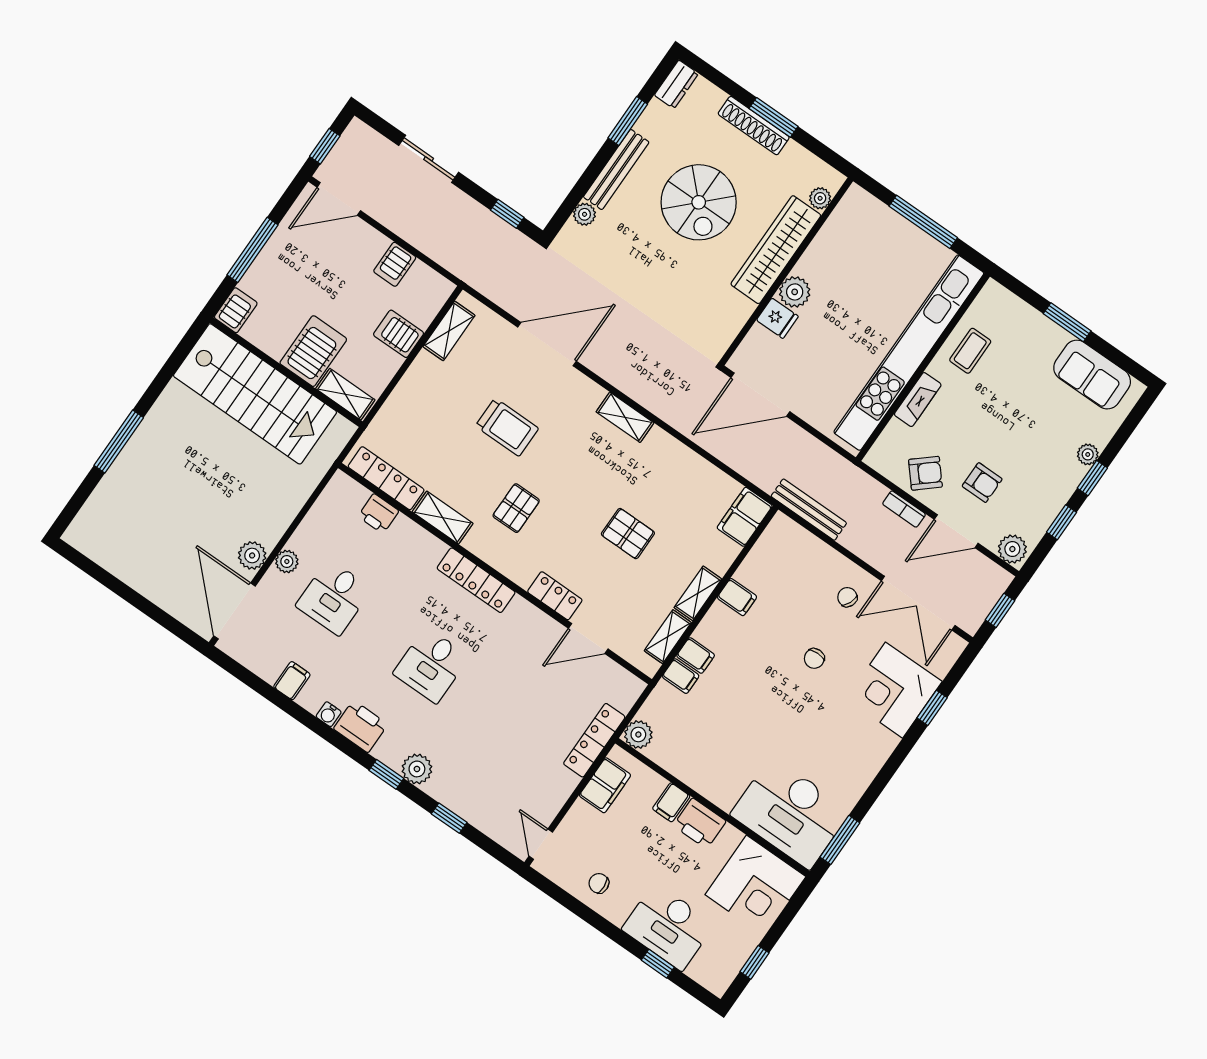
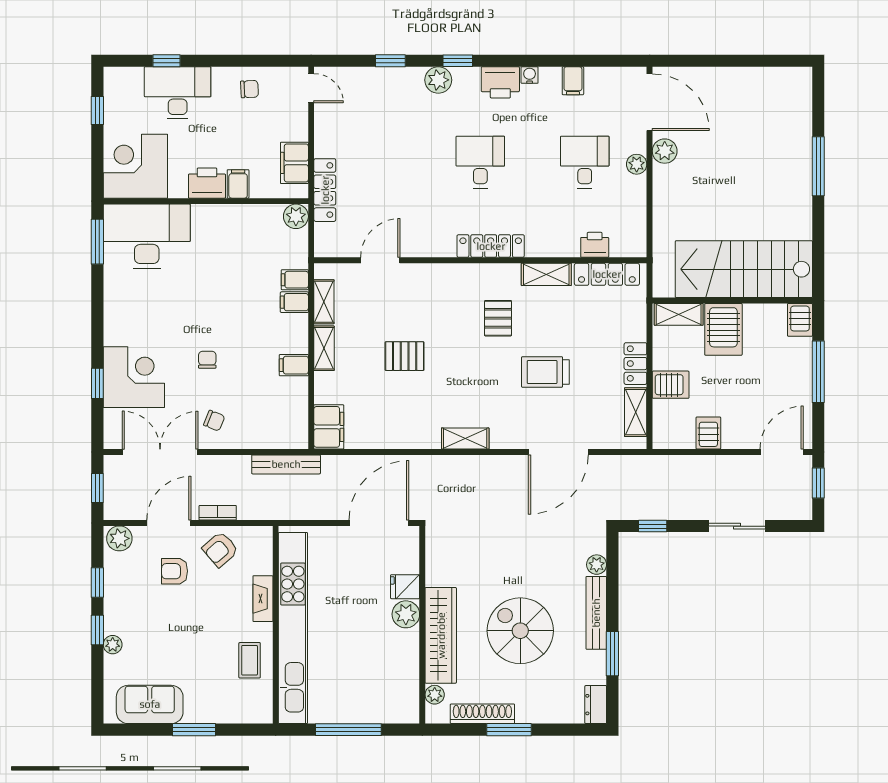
shoe rack: (754, 126) -> (482, 714), moved
locker: (555, 596) -> (635, 364), moved, turned 90

